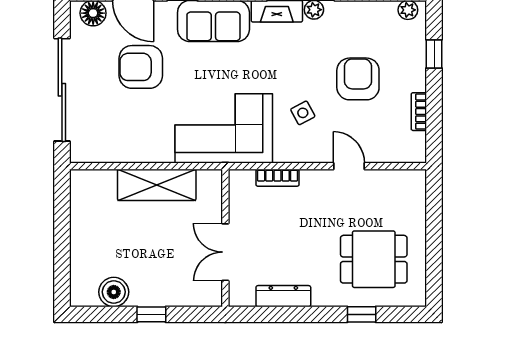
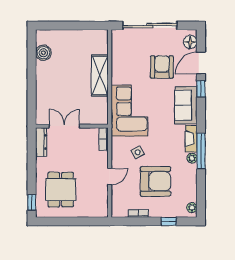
armchair: (358, 79) -> (156, 181), width x1.36, depth x1.36
wall: (225, 238) -> (72, 126), moved
double door: (225, 252) -> (64, 126), moved
window: (151, 314) -> (32, 73), removed
window: (362, 314) -> (32, 202), moved

